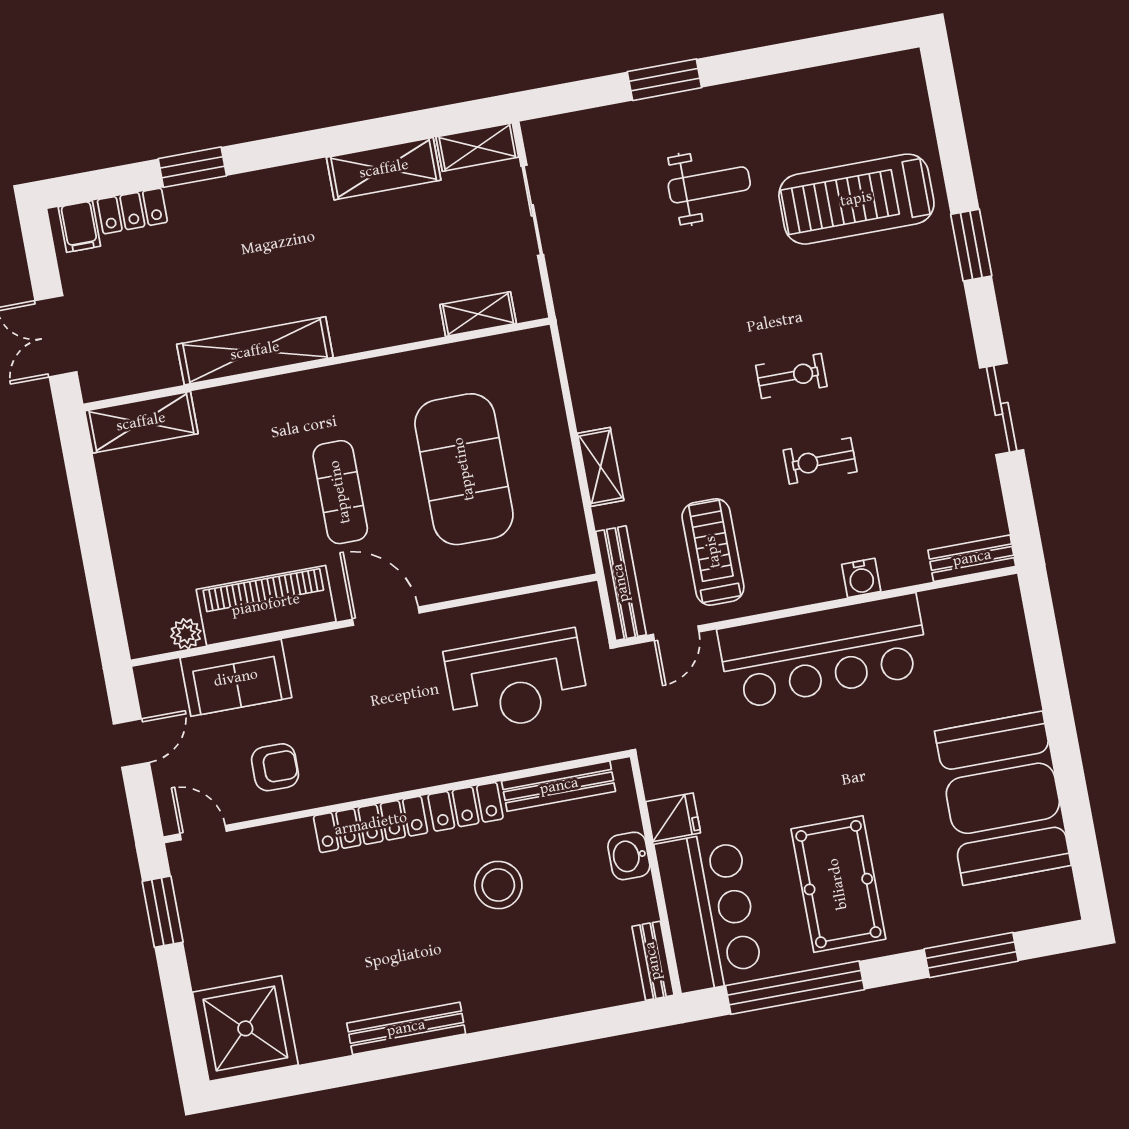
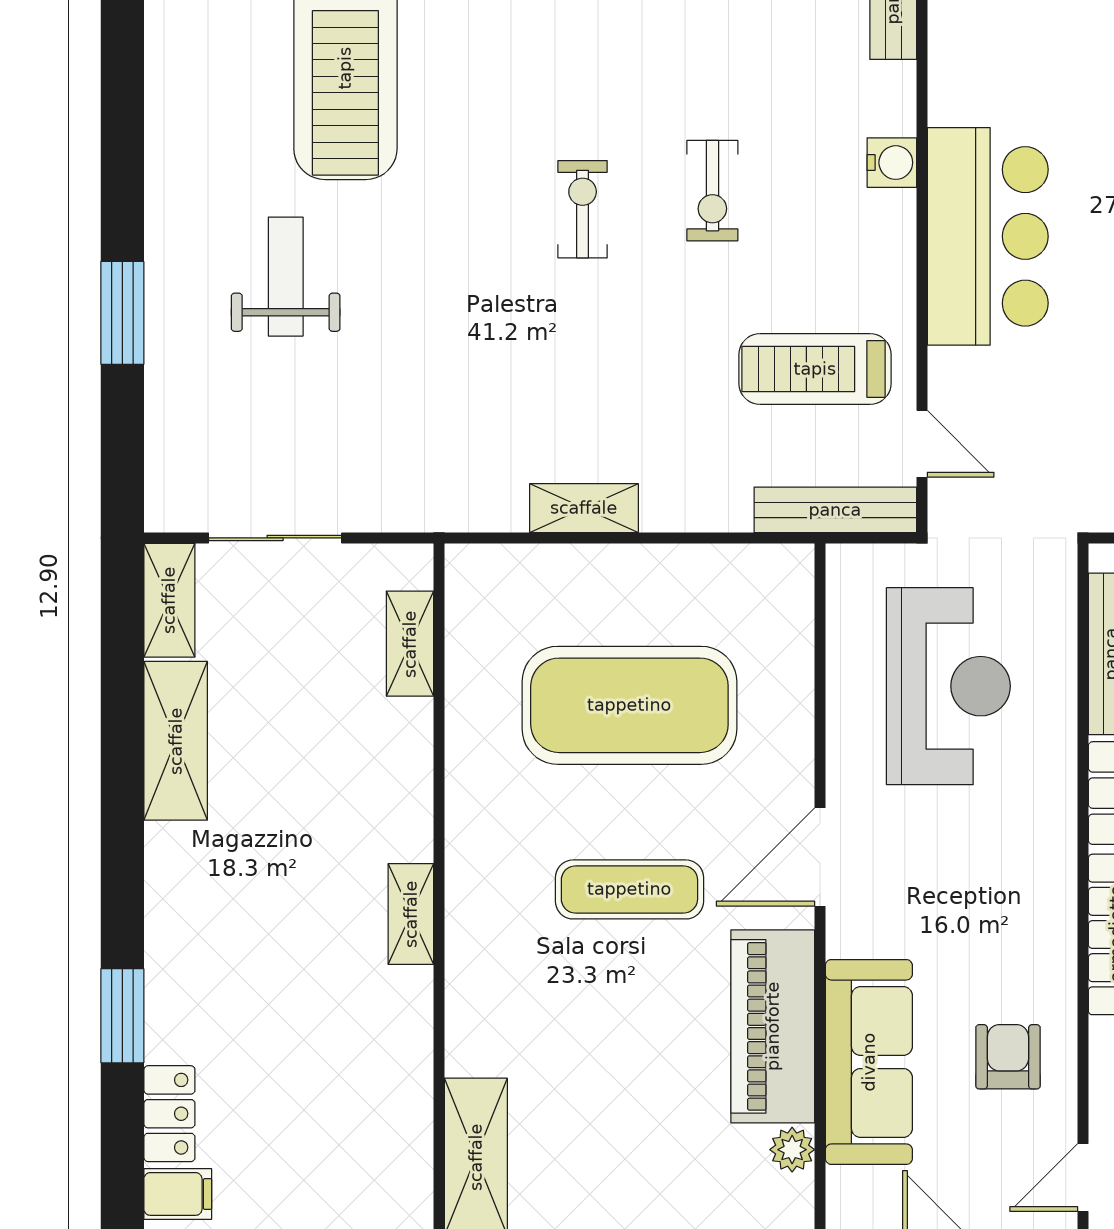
shelving: (255, 351) -> (411, 914), width x0.45, depth x0.75
shelving: (601, 467) -> (584, 508), moved
bar counter: (824, 652) -> (988, 236), width x0.73
sofa: (236, 678) -> (869, 1062), width x1.36

